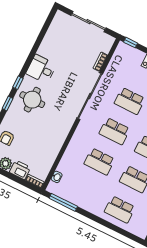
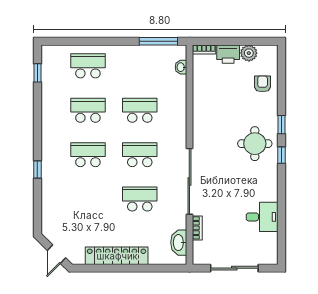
window: (131, 43) -> (173, 268), removed
washbasin: (118, 58) -> (179, 243), added
desk: (41, 69) -> (262, 217), moved

